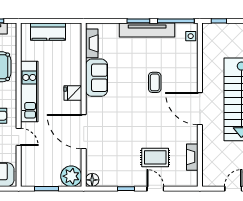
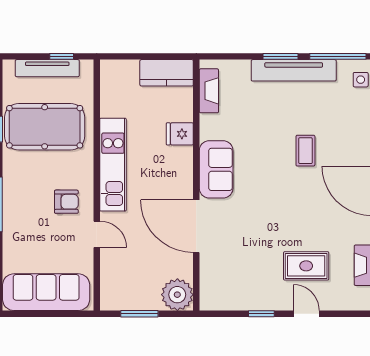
kitchen counter: (48, 32) -> (167, 73), moved
sofa: (97, 78) -> (216, 169), moved
fridge: (73, 93) -> (180, 134), moved
floor lamp: (92, 180) -> (210, 300), removed

